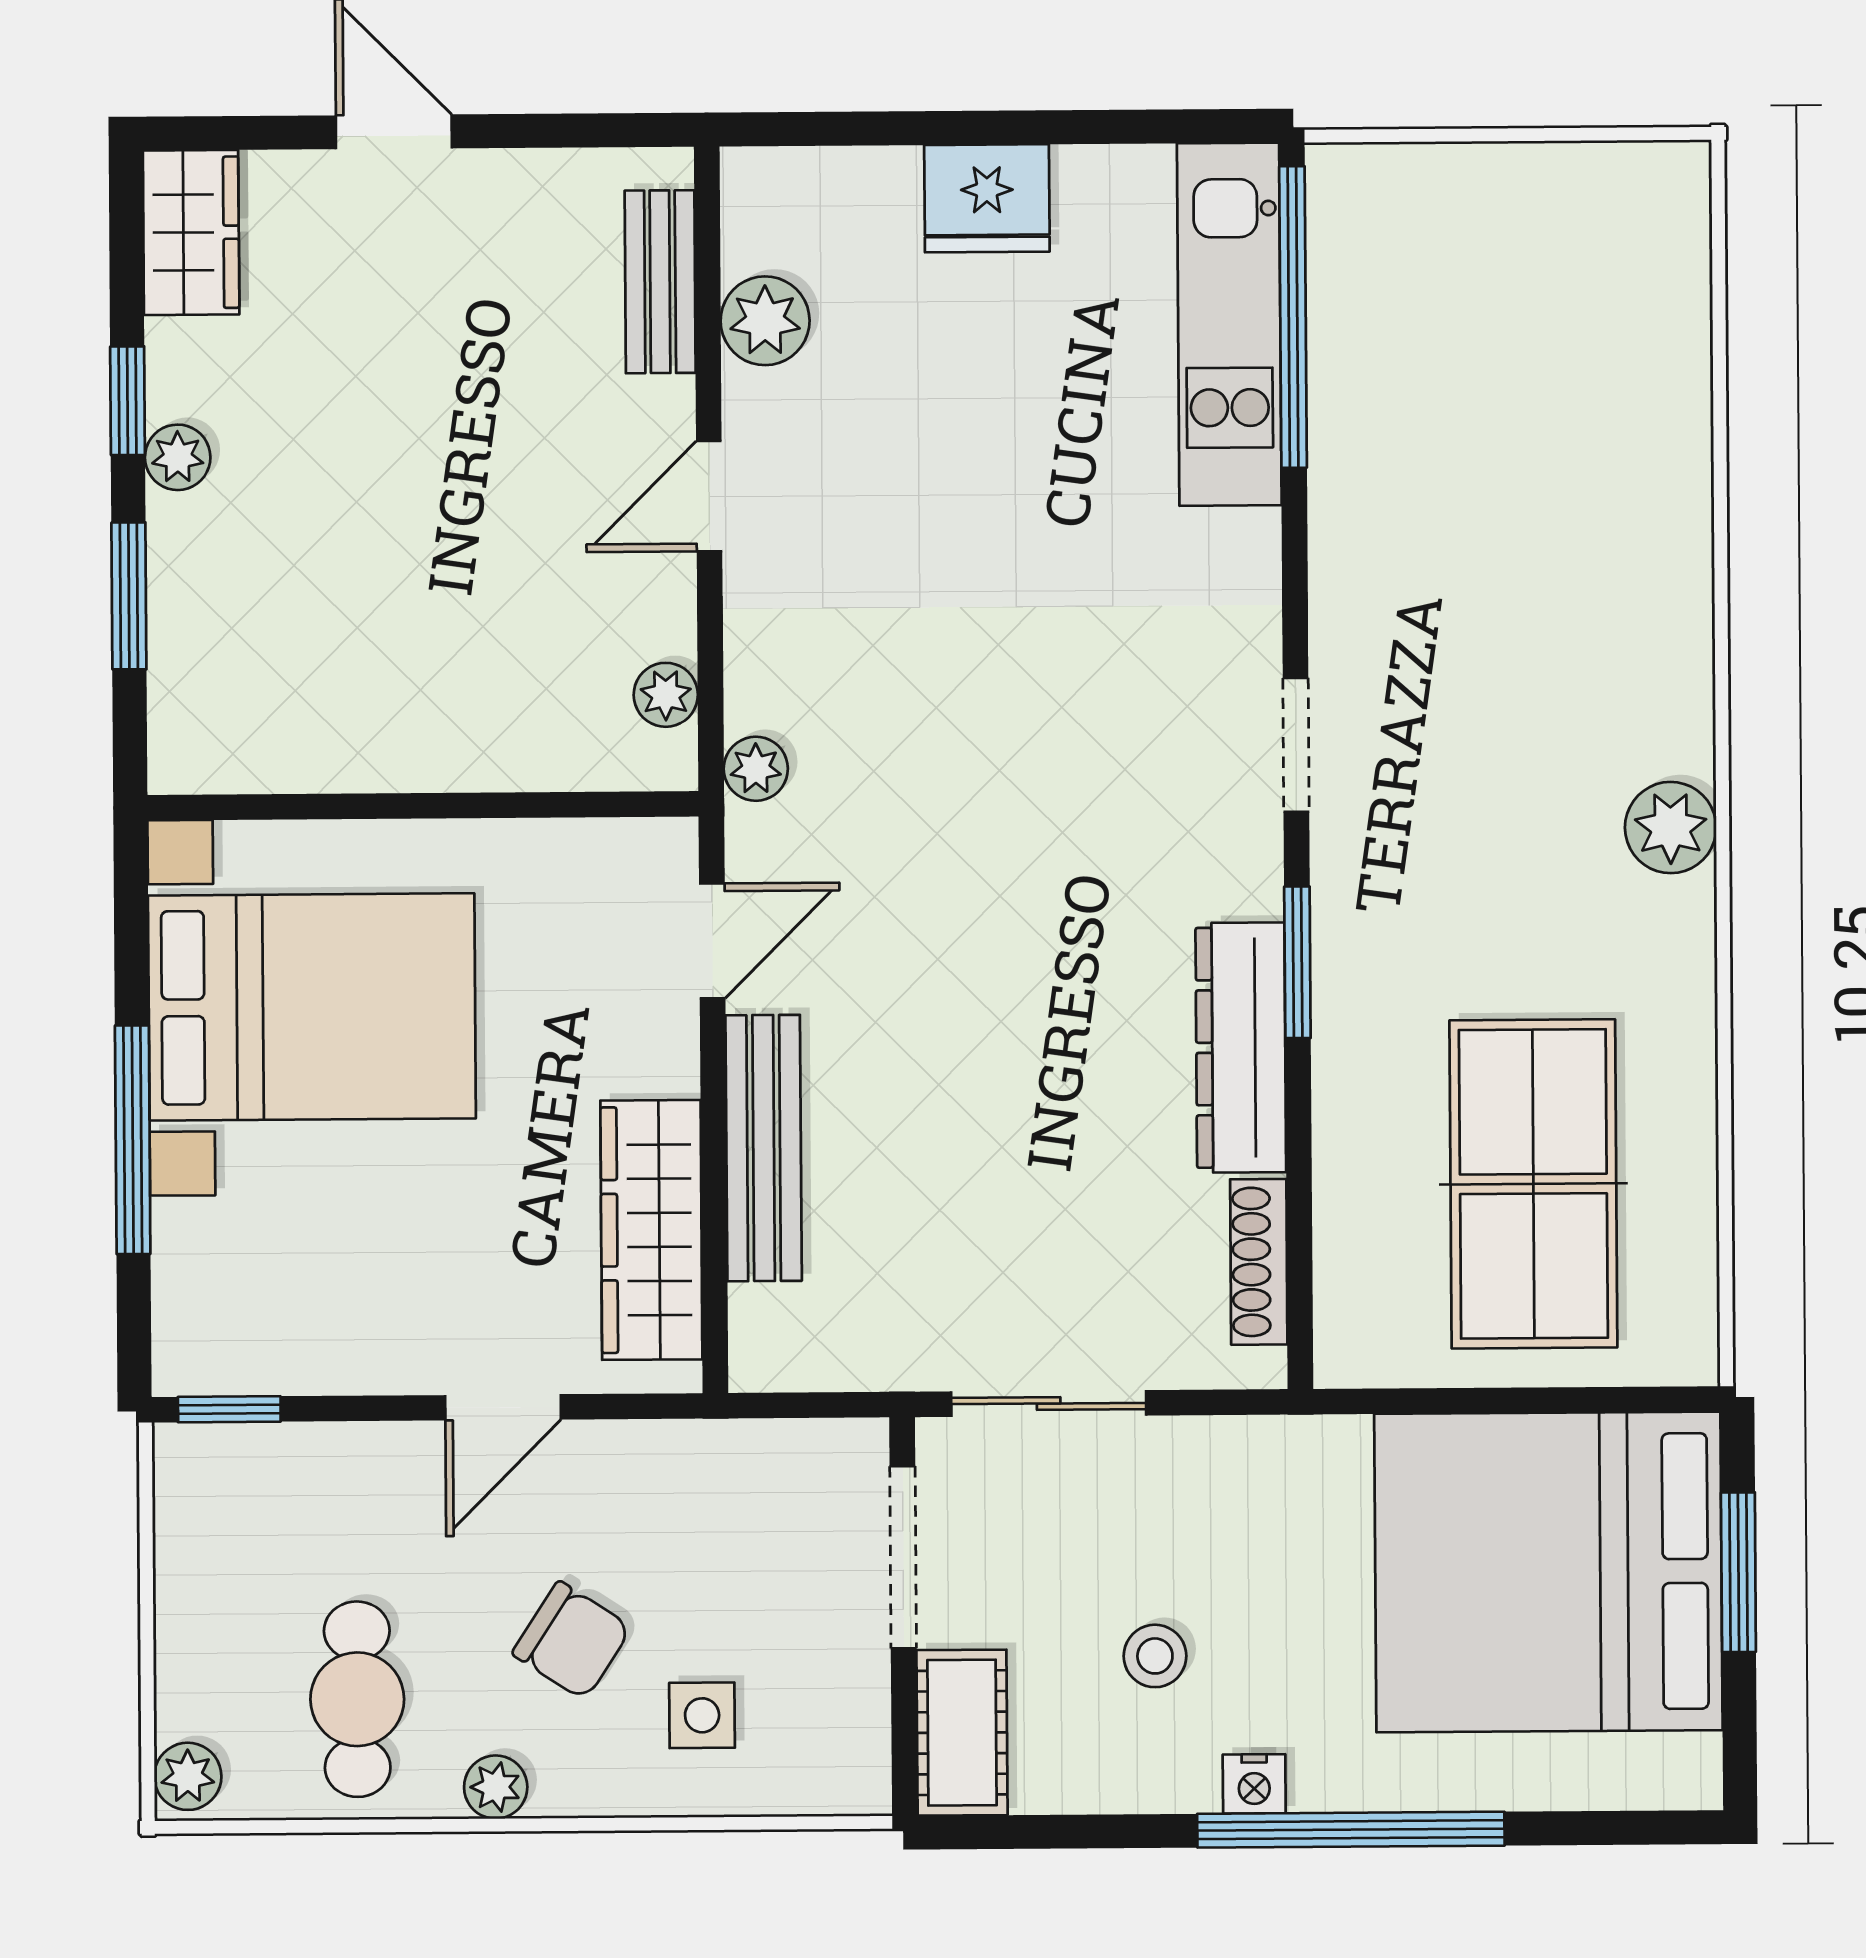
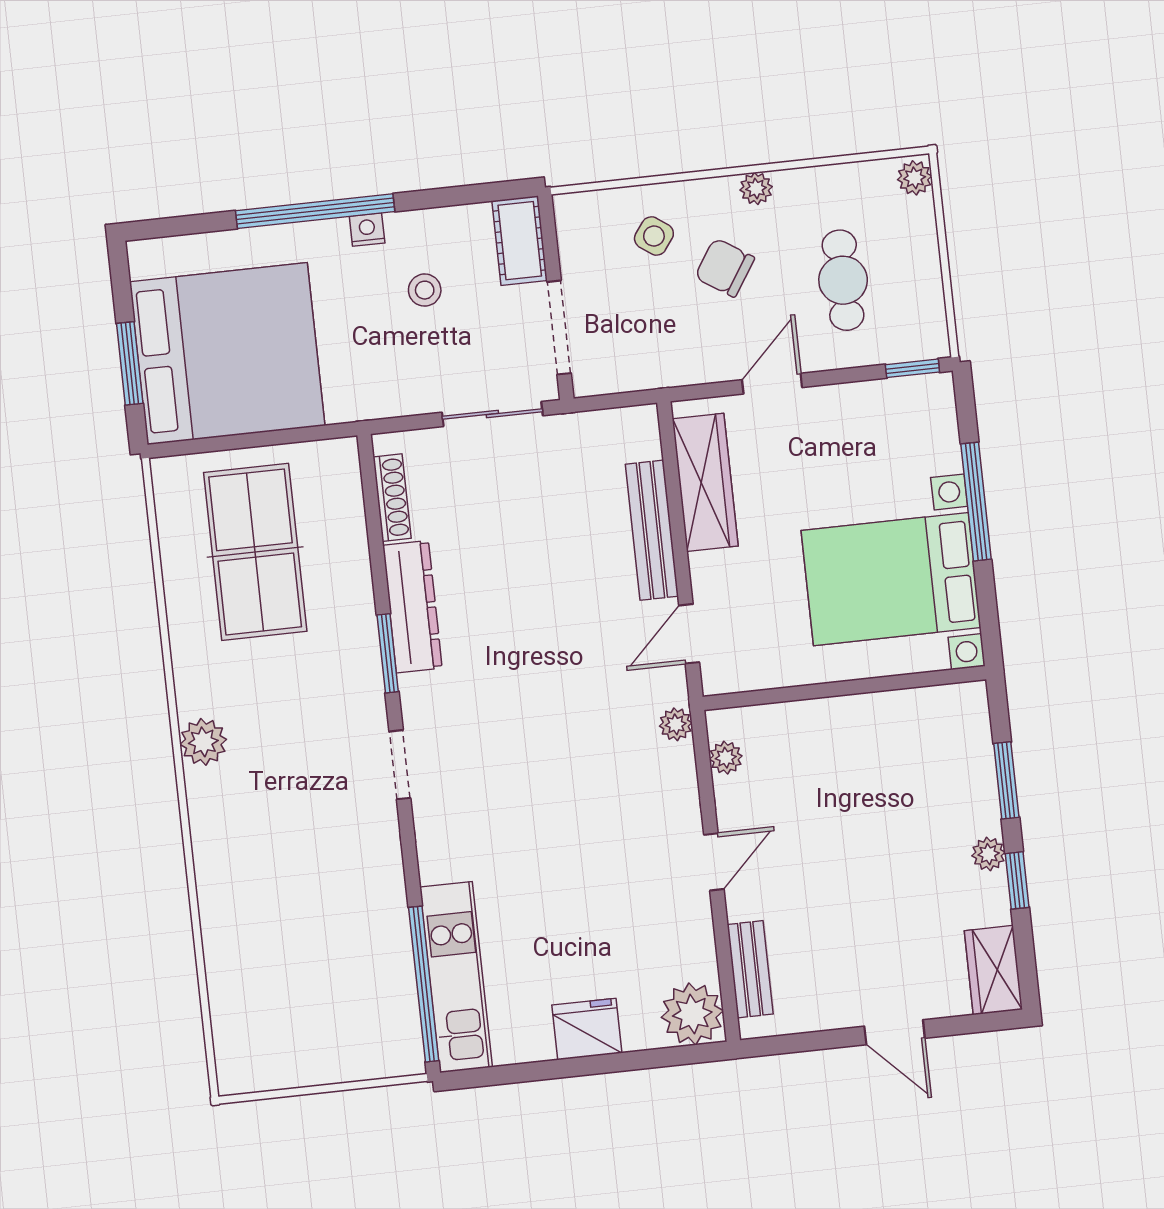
plant: (765, 321) -> (692, 1014), moved, width x1.36, depth x1.36
cafe table: (357, 1699) -> (843, 280), moved
side table: (702, 1715) -> (654, 236), turned 36

